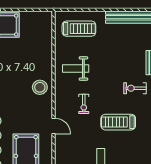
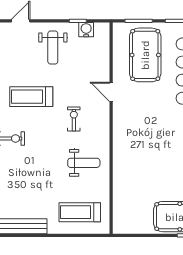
stool: (40, 87) -> (128, 140), removed
treadmill: (118, 122) -> (31, 97), turned 180

